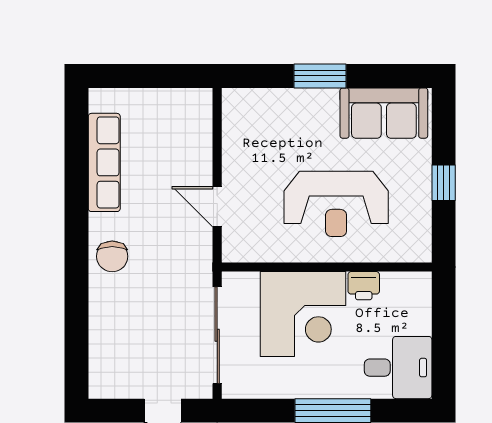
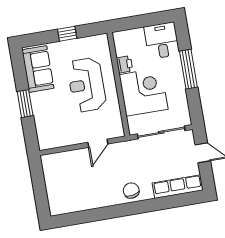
row of seats: (104, 162) -> (178, 187), moved
reception desk: (336, 204) -> (87, 85), turned 180
chair: (112, 256) -> (131, 191), turned -99

